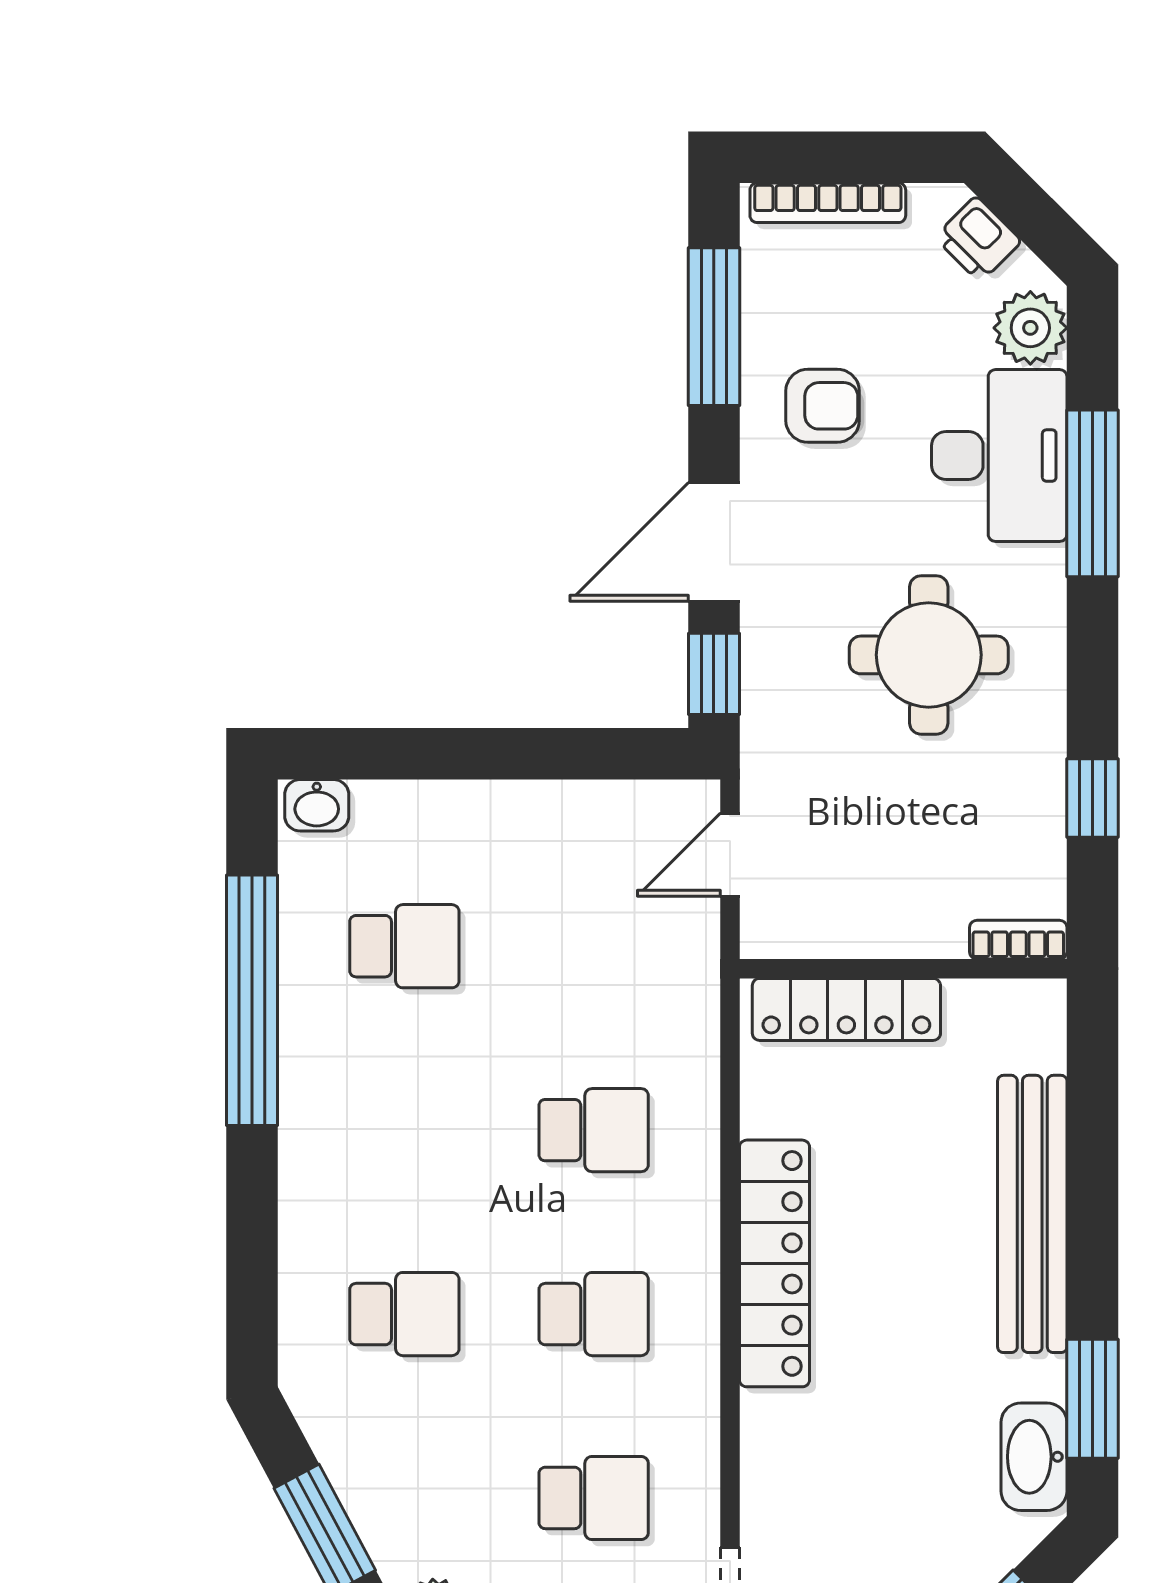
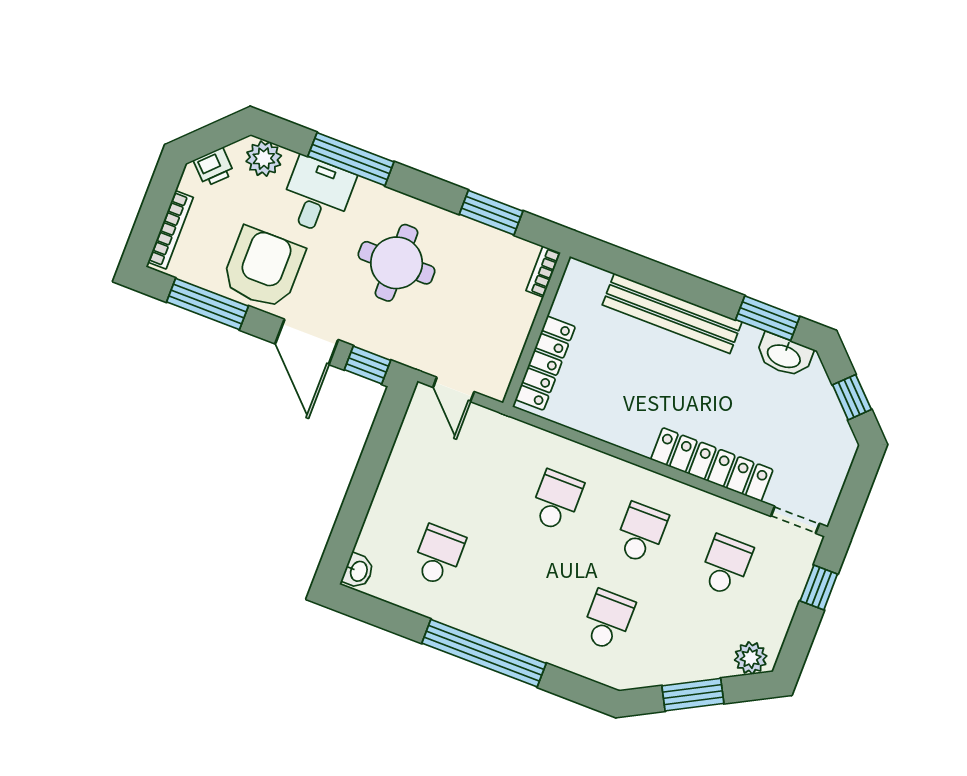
armchair: (823, 406) -> (263, 268), width x1.88, depth x1.88
desk: (999, 456) -> (317, 195), width x0.73
window: (1092, 798) -> (491, 213), width x1.50
window: (252, 1000) -> (484, 653), moved
locker: (775, 1263) -> (712, 465), moved

